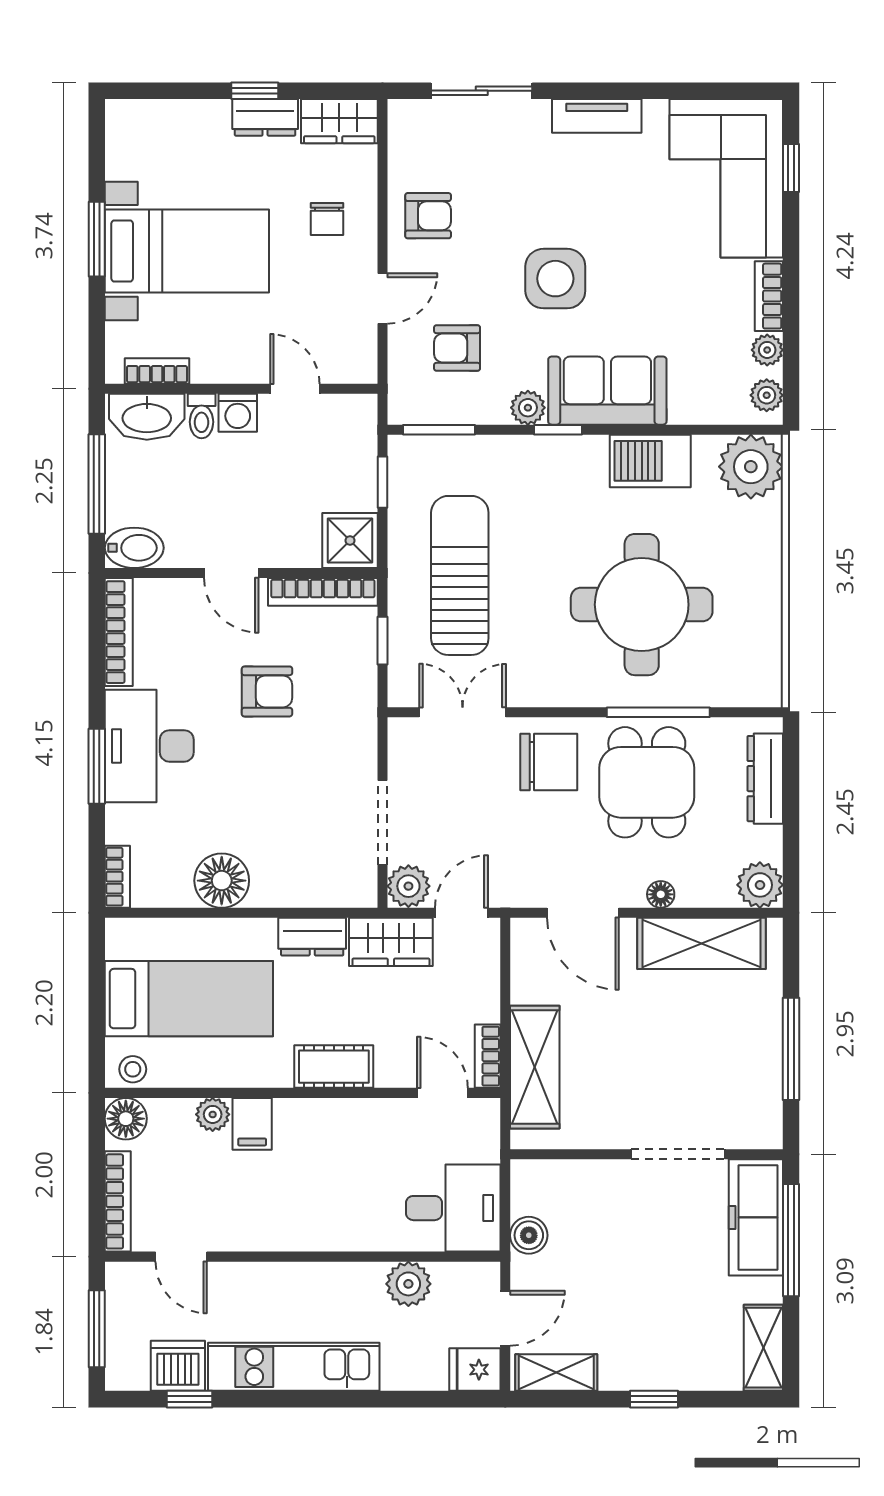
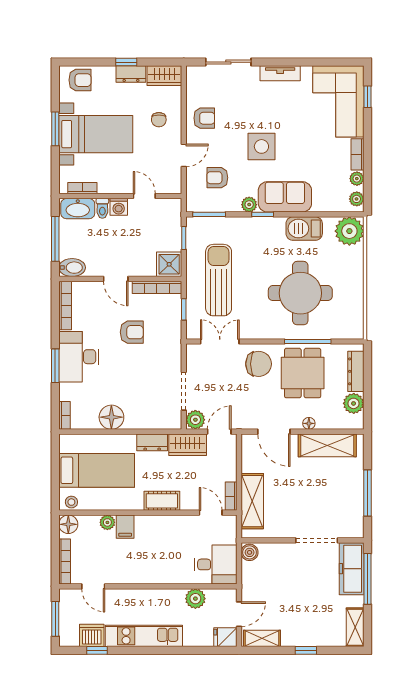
armchair: (152, 131) -> (80, 80), added
plant: (760, 885) -> (354, 403), moved
boiler: (529, 1235) -> (250, 552), moved

